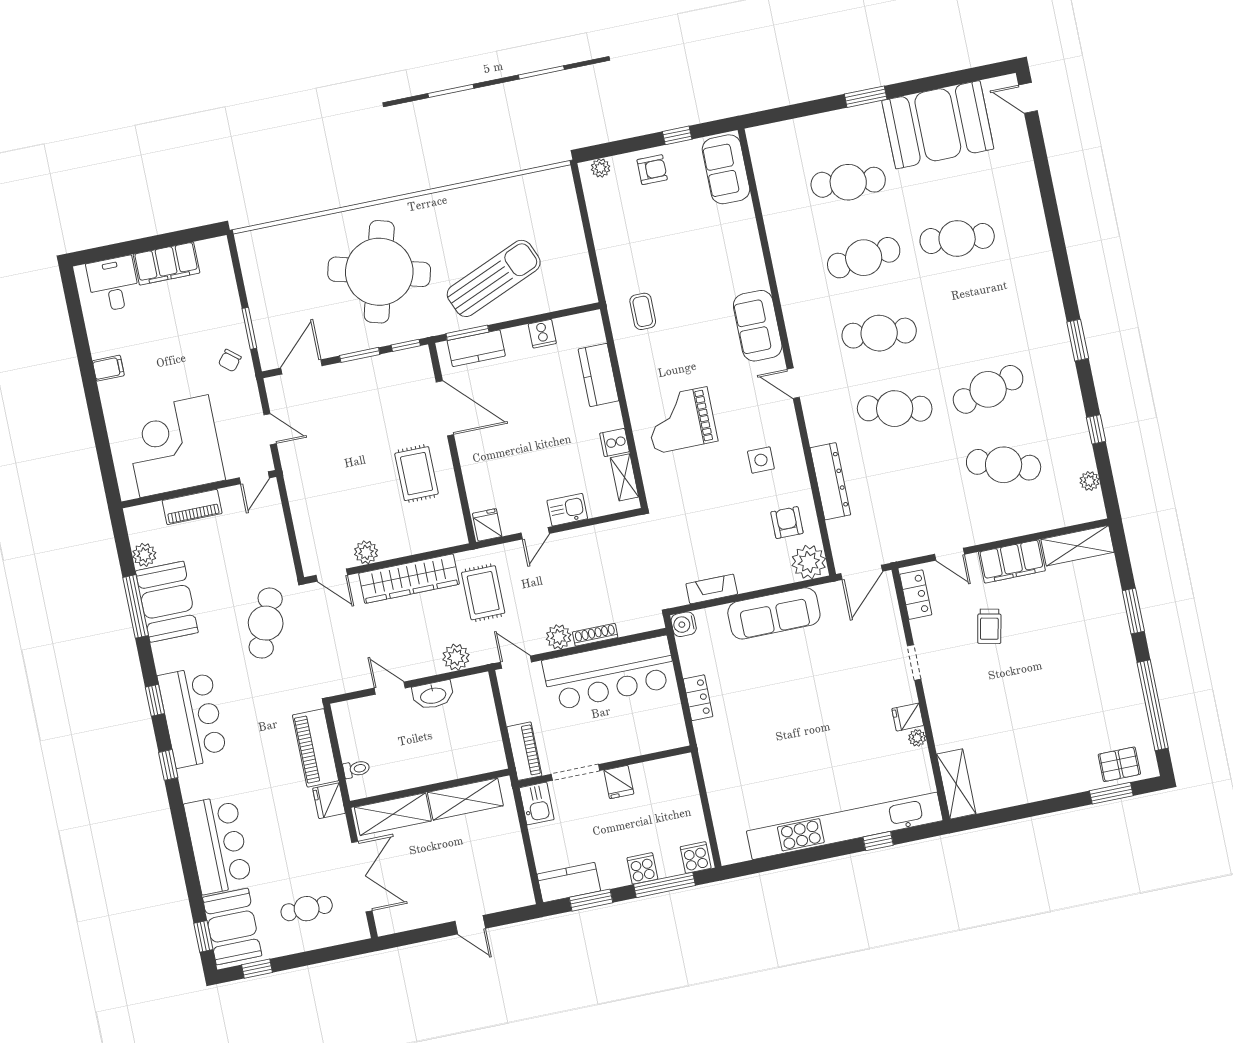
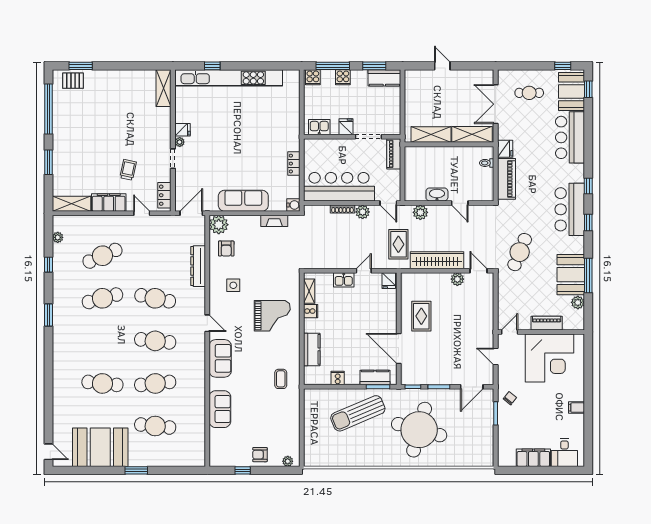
sofa: (726, 169) -> (220, 409), moved
cafe table: (1004, 465) -> (102, 256), turned -42
plant: (917, 738) -> (180, 142), moved
kitchen sink: (537, 804) -> (319, 127), moved, turned 90

